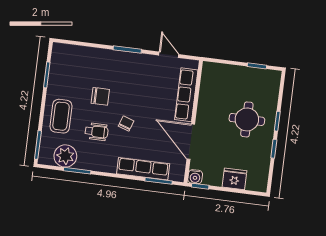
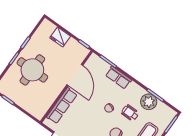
round table: (247, 119) -> (32, 70), width x1.36, depth x1.36
plant: (65, 156) -> (149, 102), moved
row of seats: (143, 169) -> (118, 78), width x0.68
water cooler: (195, 177) -> (84, 52), removed

